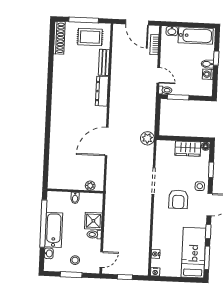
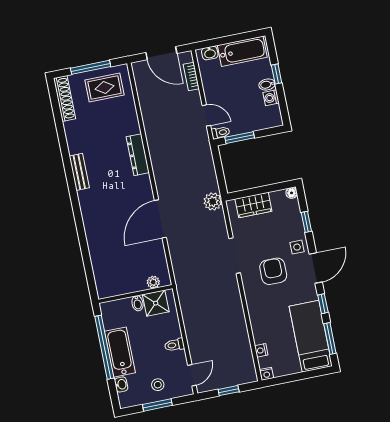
bench: (104, 62) -> (79, 172), moved
wardrobe: (188, 149) -> (253, 205), moved
armchair: (178, 199) -> (273, 271), turned 180
shower: (93, 221) -> (156, 303), moved

